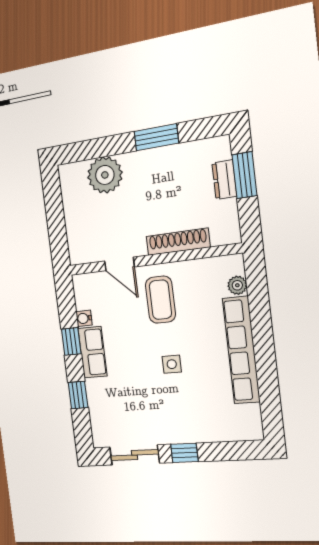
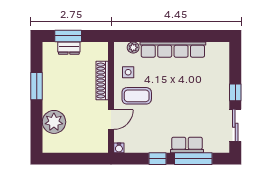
water cooler: (84, 318) -> (119, 148), moved
row of seats: (92, 352) -> (187, 145), moved
side table: (172, 364) -> (128, 72), moved
window: (78, 395) -> (193, 159), width x2.17

